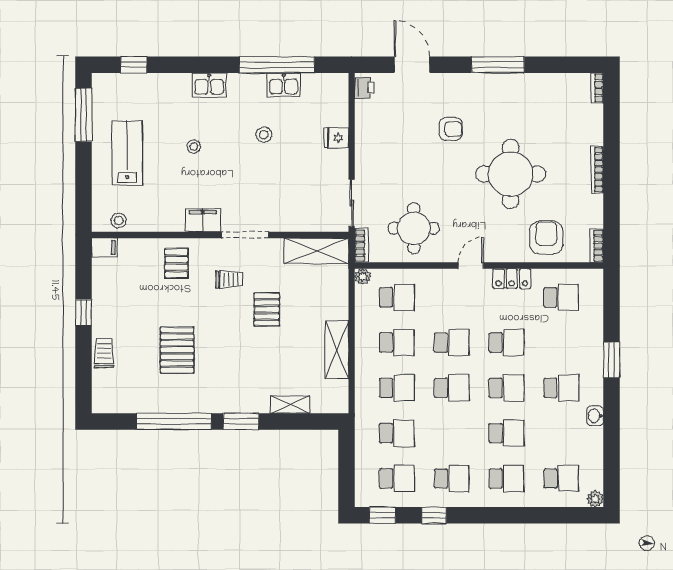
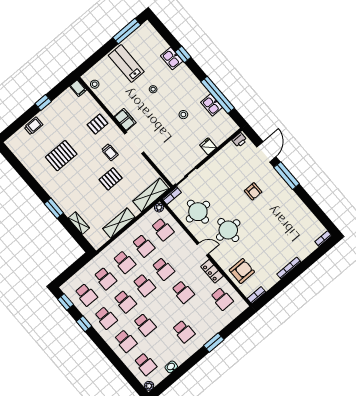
window: (134, 65) -> (183, 54), moved
window: (498, 65) -> (287, 176), moved
kitchen sink: (209, 85) -> (172, 58), moved
lab bench: (127, 153) -> (126, 63), turned -90
round table: (511, 174) -> (228, 230), moved, width x0.73, depth x0.73
shelving: (316, 251) -> (151, 195), moved, turned 90
school desk: (506, 388) -> (125, 302), moved
washbasin: (595, 416) -> (171, 367), moved
window: (174, 421) -> (30, 180), removed

